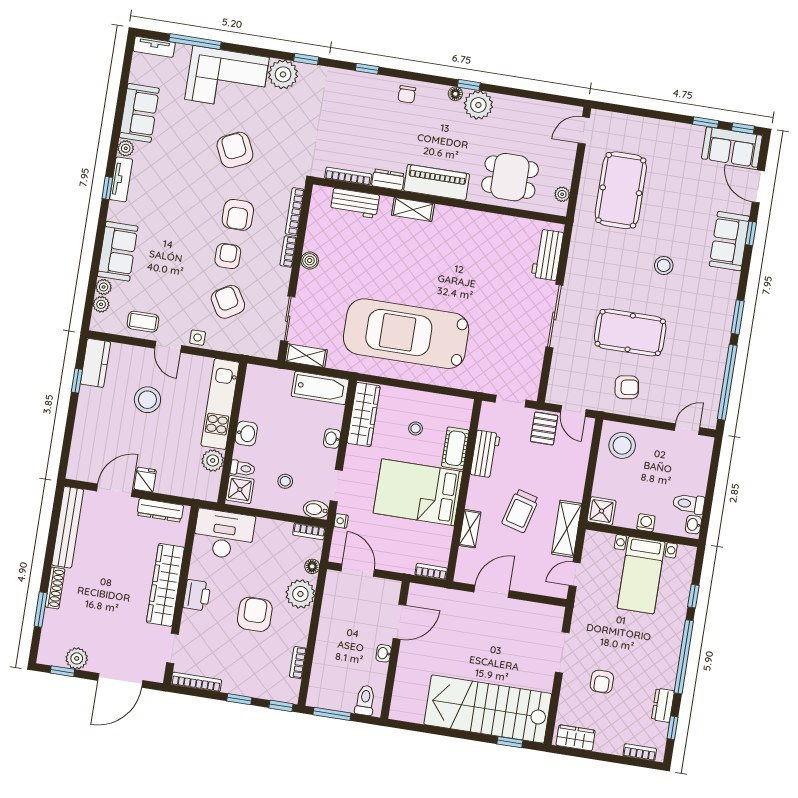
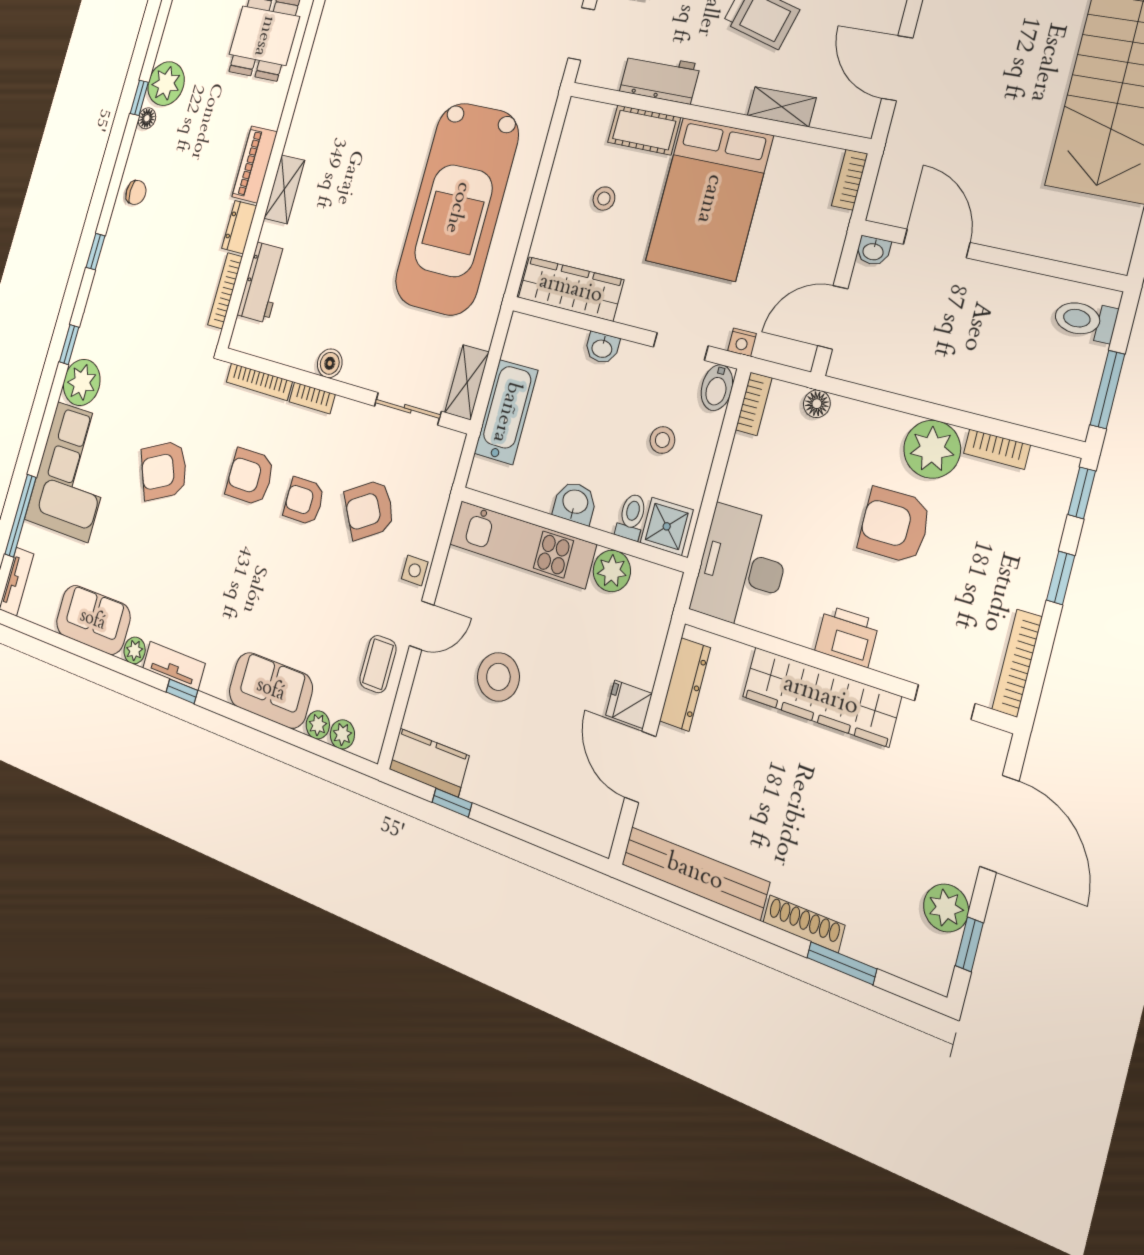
piano: (437, 182) -> (255, 164), width x0.73, depth x0.75
armchair: (238, 215) -> (250, 477), turned 180
bathtub: (320, 388) -> (506, 412), moved
plant: (300, 594) -> (932, 449), moved
washbasin: (384, 653) -> (873, 251), moved

